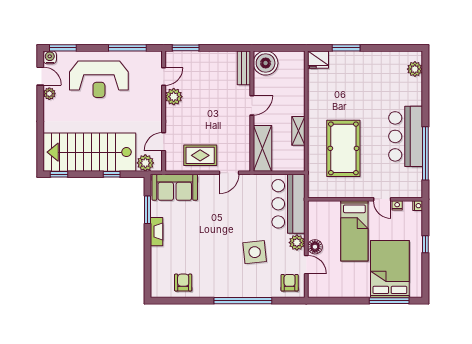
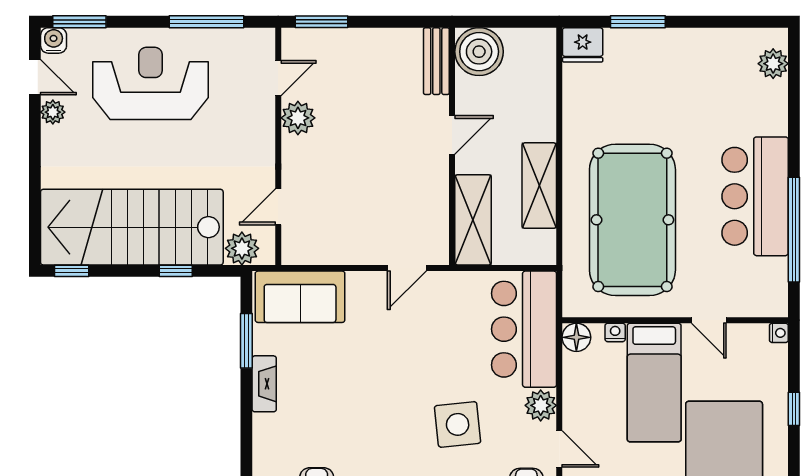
reception desk: (99, 79) -> (150, 83), turned 180
shelving: (298, 131) -> (539, 186), width x1.50, depth x1.33
pool table: (343, 148) -> (632, 220), width x1.36, depth x1.32
rug: (200, 155) -> (350, 234), removed
nightstand: (397, 205) -> (615, 332), moved
floor lamp: (315, 247) -> (576, 337), moved

